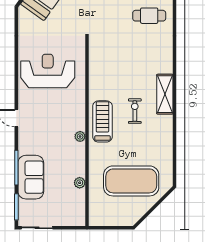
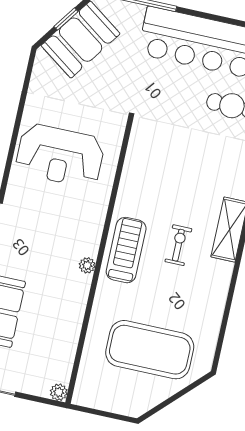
reception desk: (48, 71) -> (60, 156), turned 180
plant: (80, 183) -> (59, 392), moved

